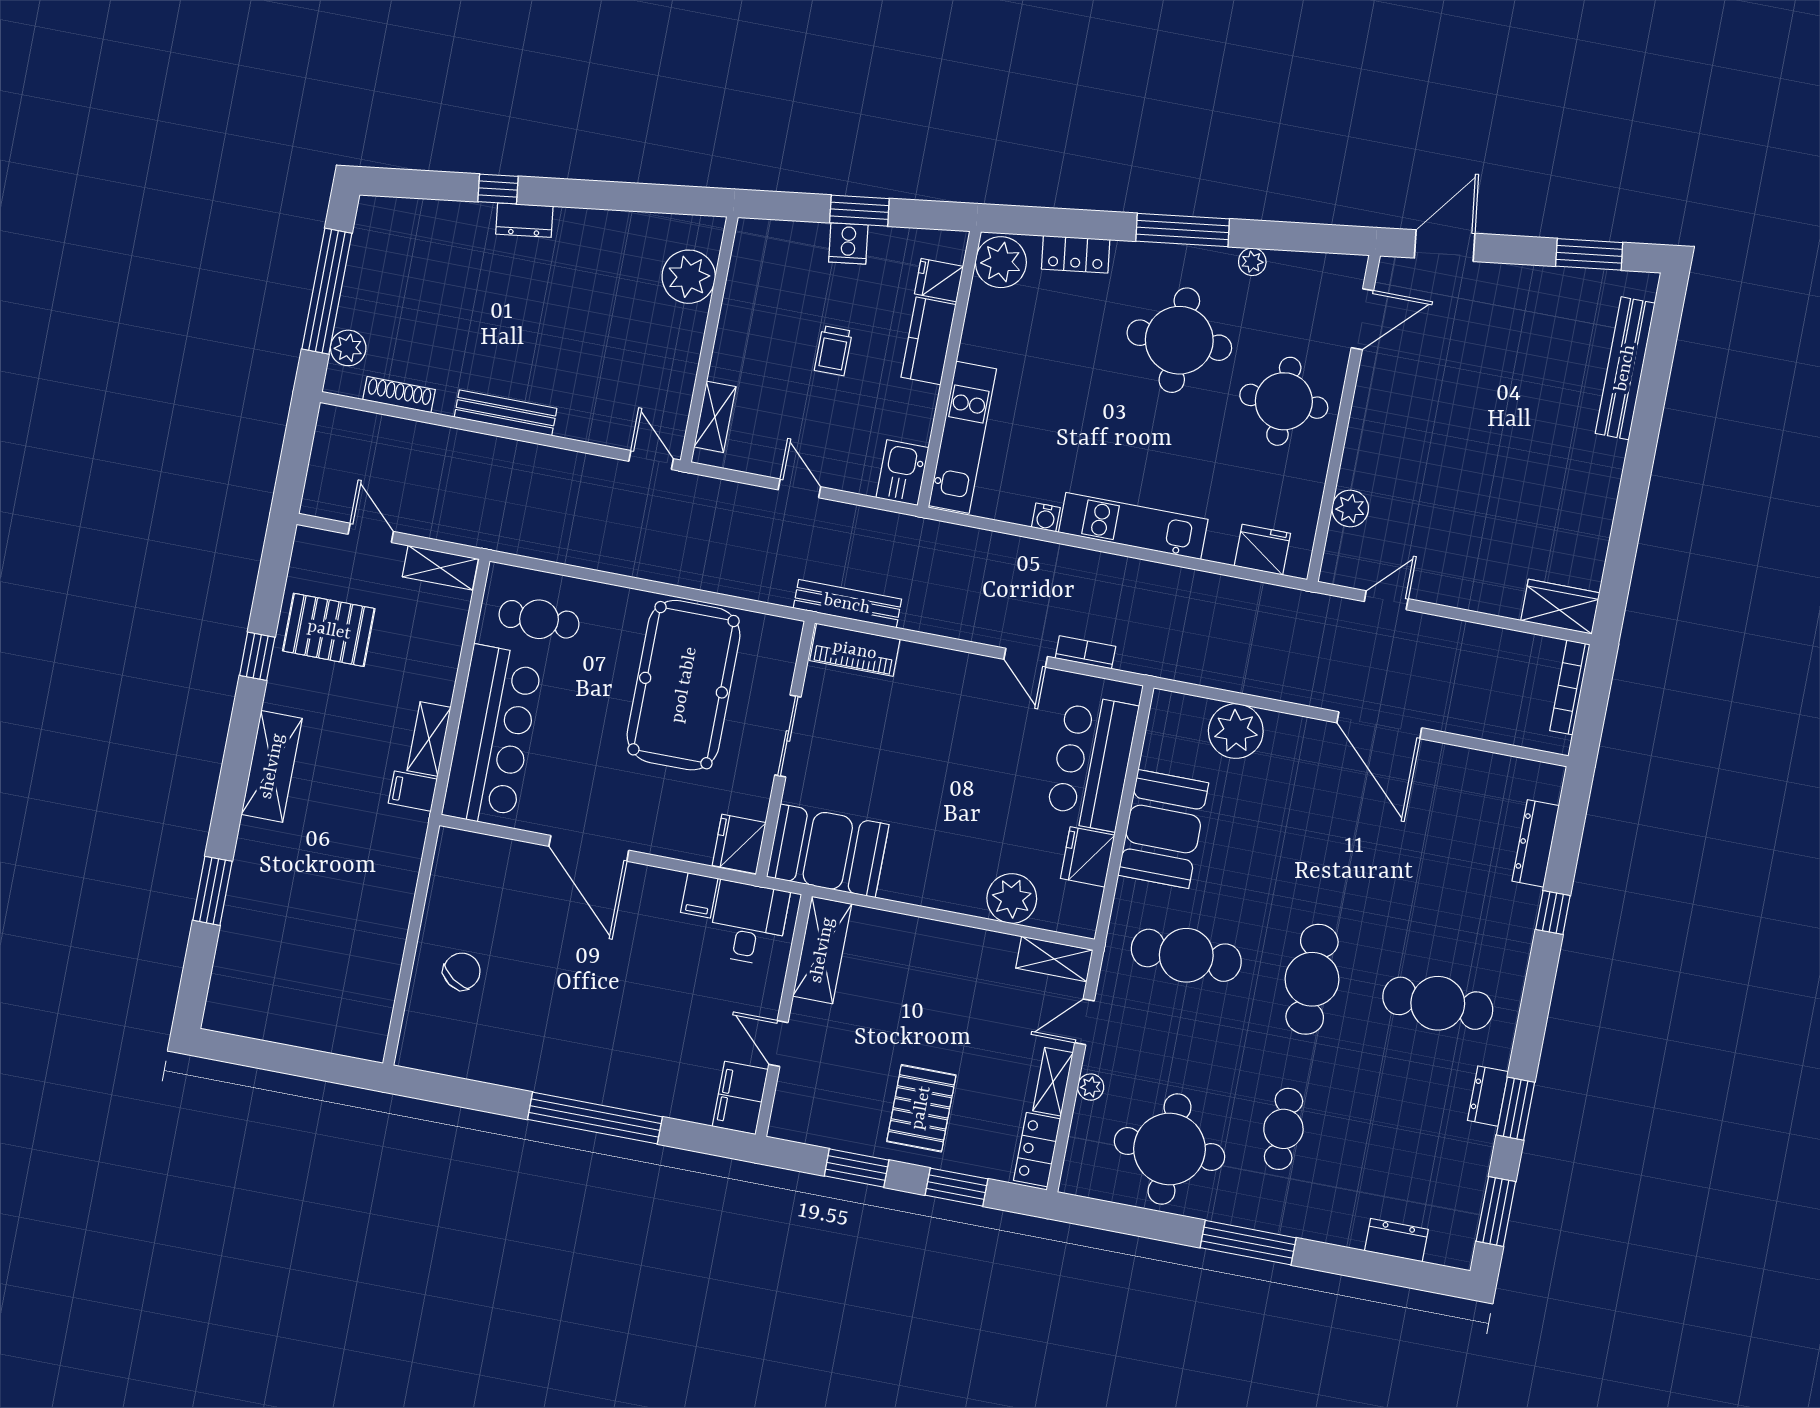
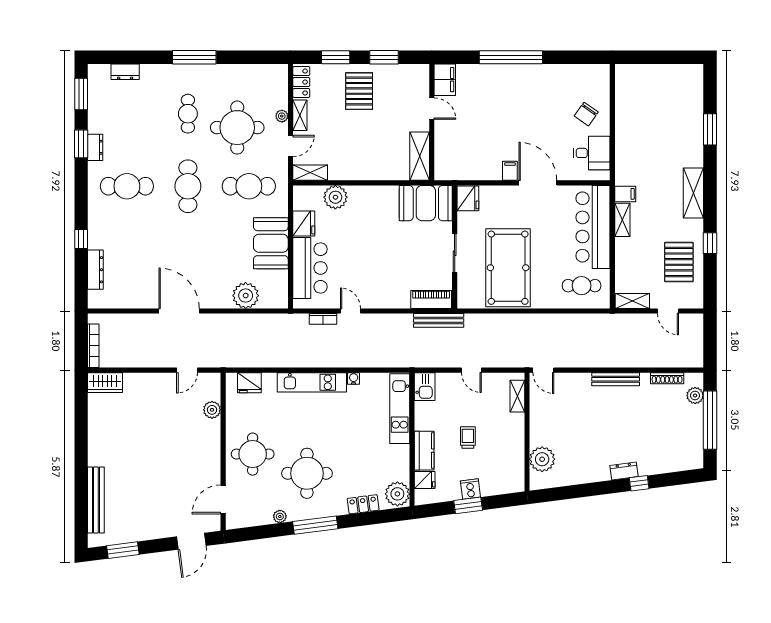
pallet: (329, 630) -> (679, 262), turned 90
filing cabinet: (699, 895) -> (510, 171), moved
desk: (748, 923) -> (592, 153), moved, turned -90
round table: (1170, 1149) -> (237, 128), moved

